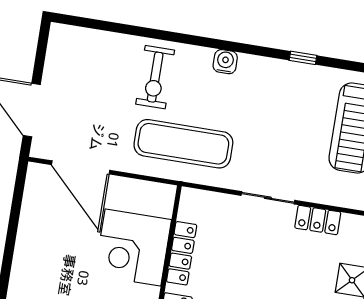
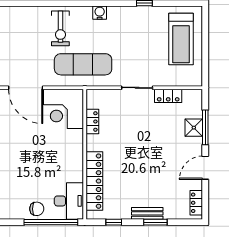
corner desk: (133, 247) -> (64, 109), moved
locker: (182, 253) -> (92, 121), width x0.66

